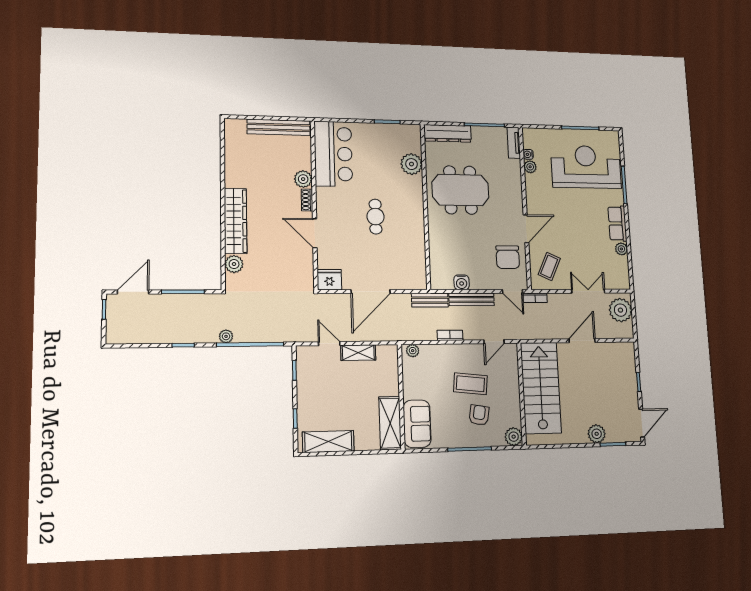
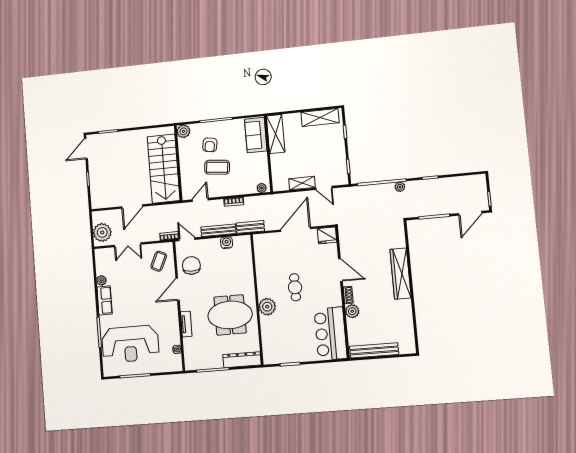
tv unit: (514, 143) -> (186, 324), moved
plant: (411, 164) -> (267, 307), moved
plant: (530, 167) -> (175, 339), removed
plant: (234, 264) -> (399, 241), removed
plant: (597, 434) -> (121, 138), removed

